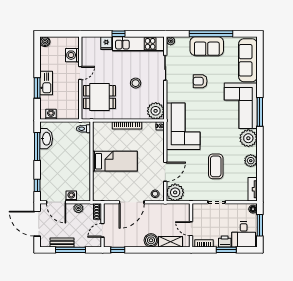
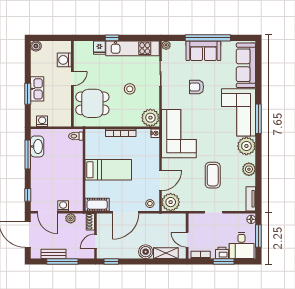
cot: (104, 195) -> (97, 205), added

